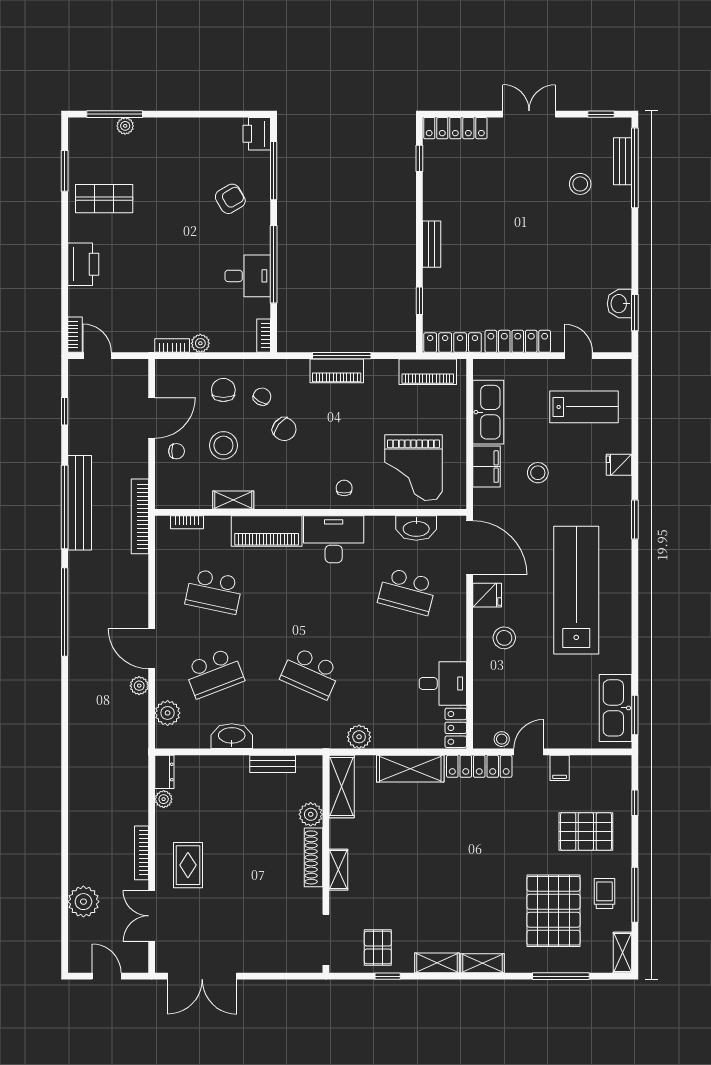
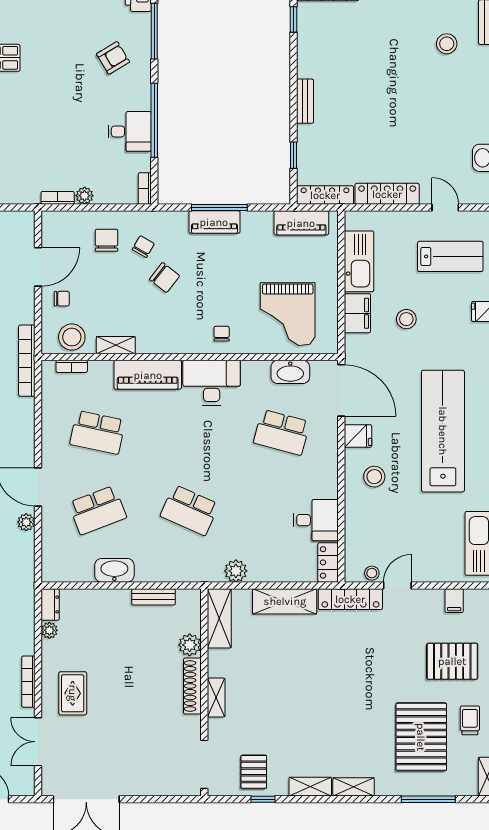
stool: (223, 445) -> (72, 337), moved
plant: (168, 713) -> (53, 548), removed
filing cabinet: (560, 768) -> (454, 601), moved

